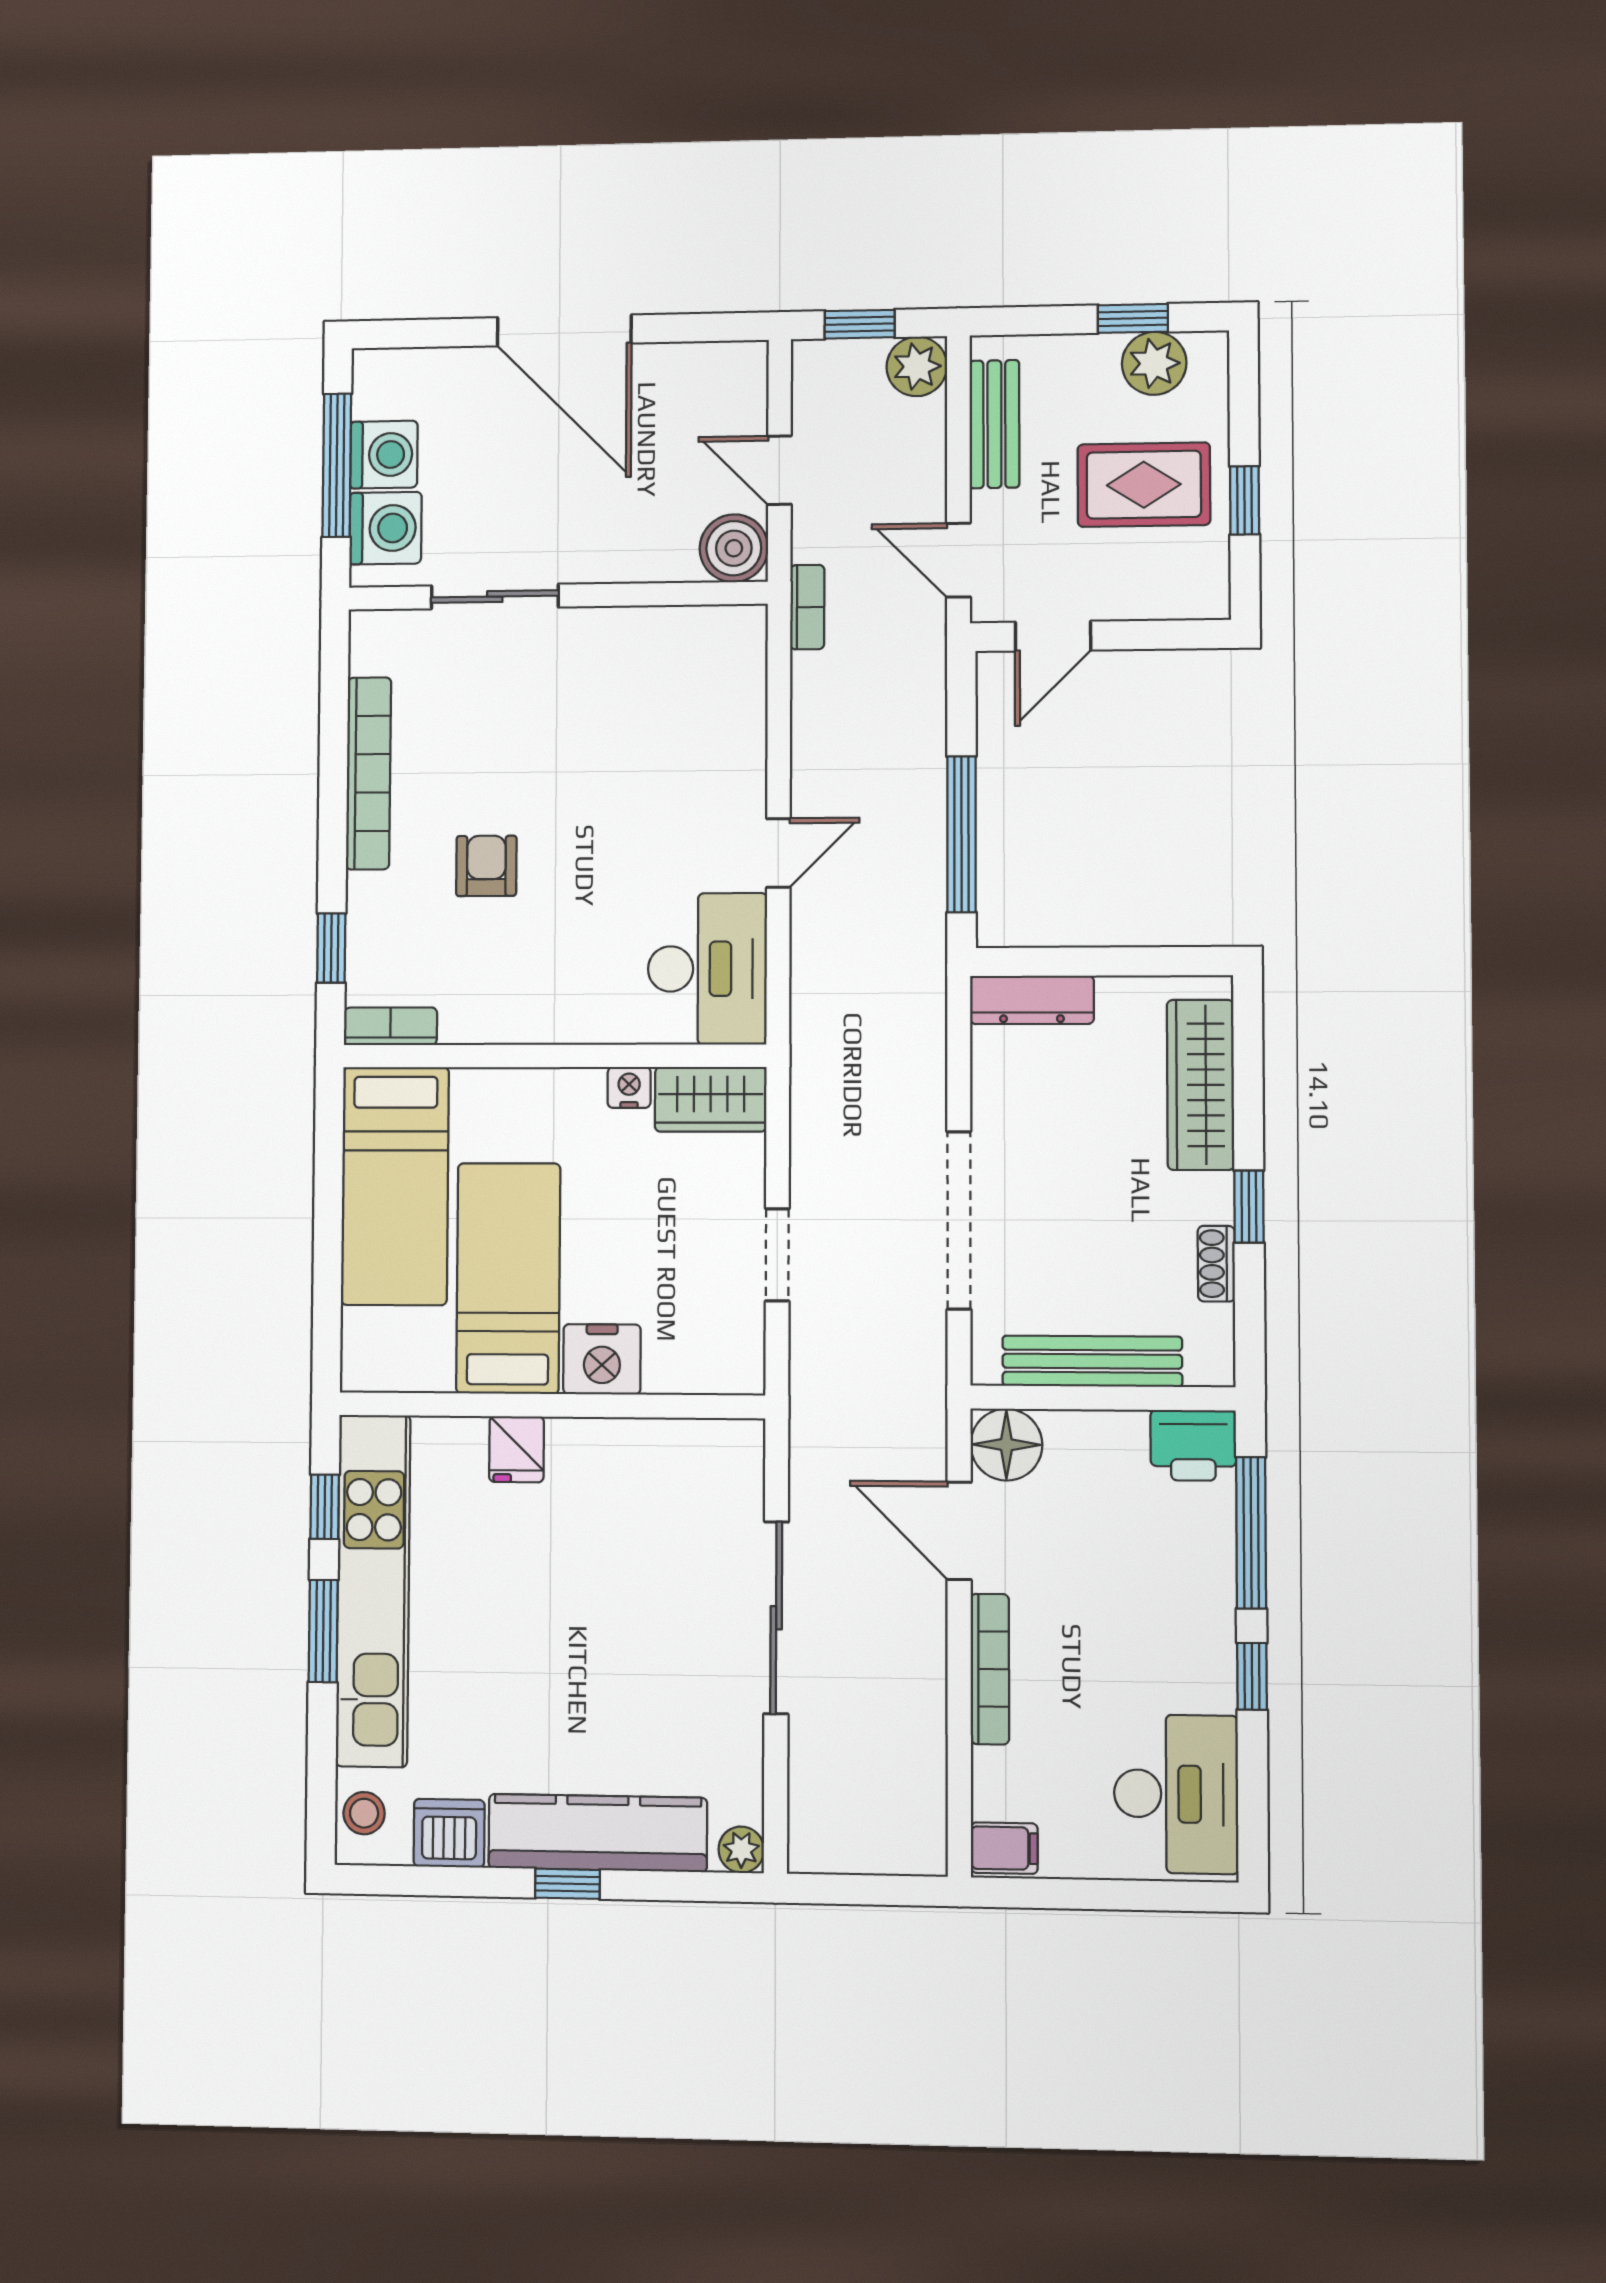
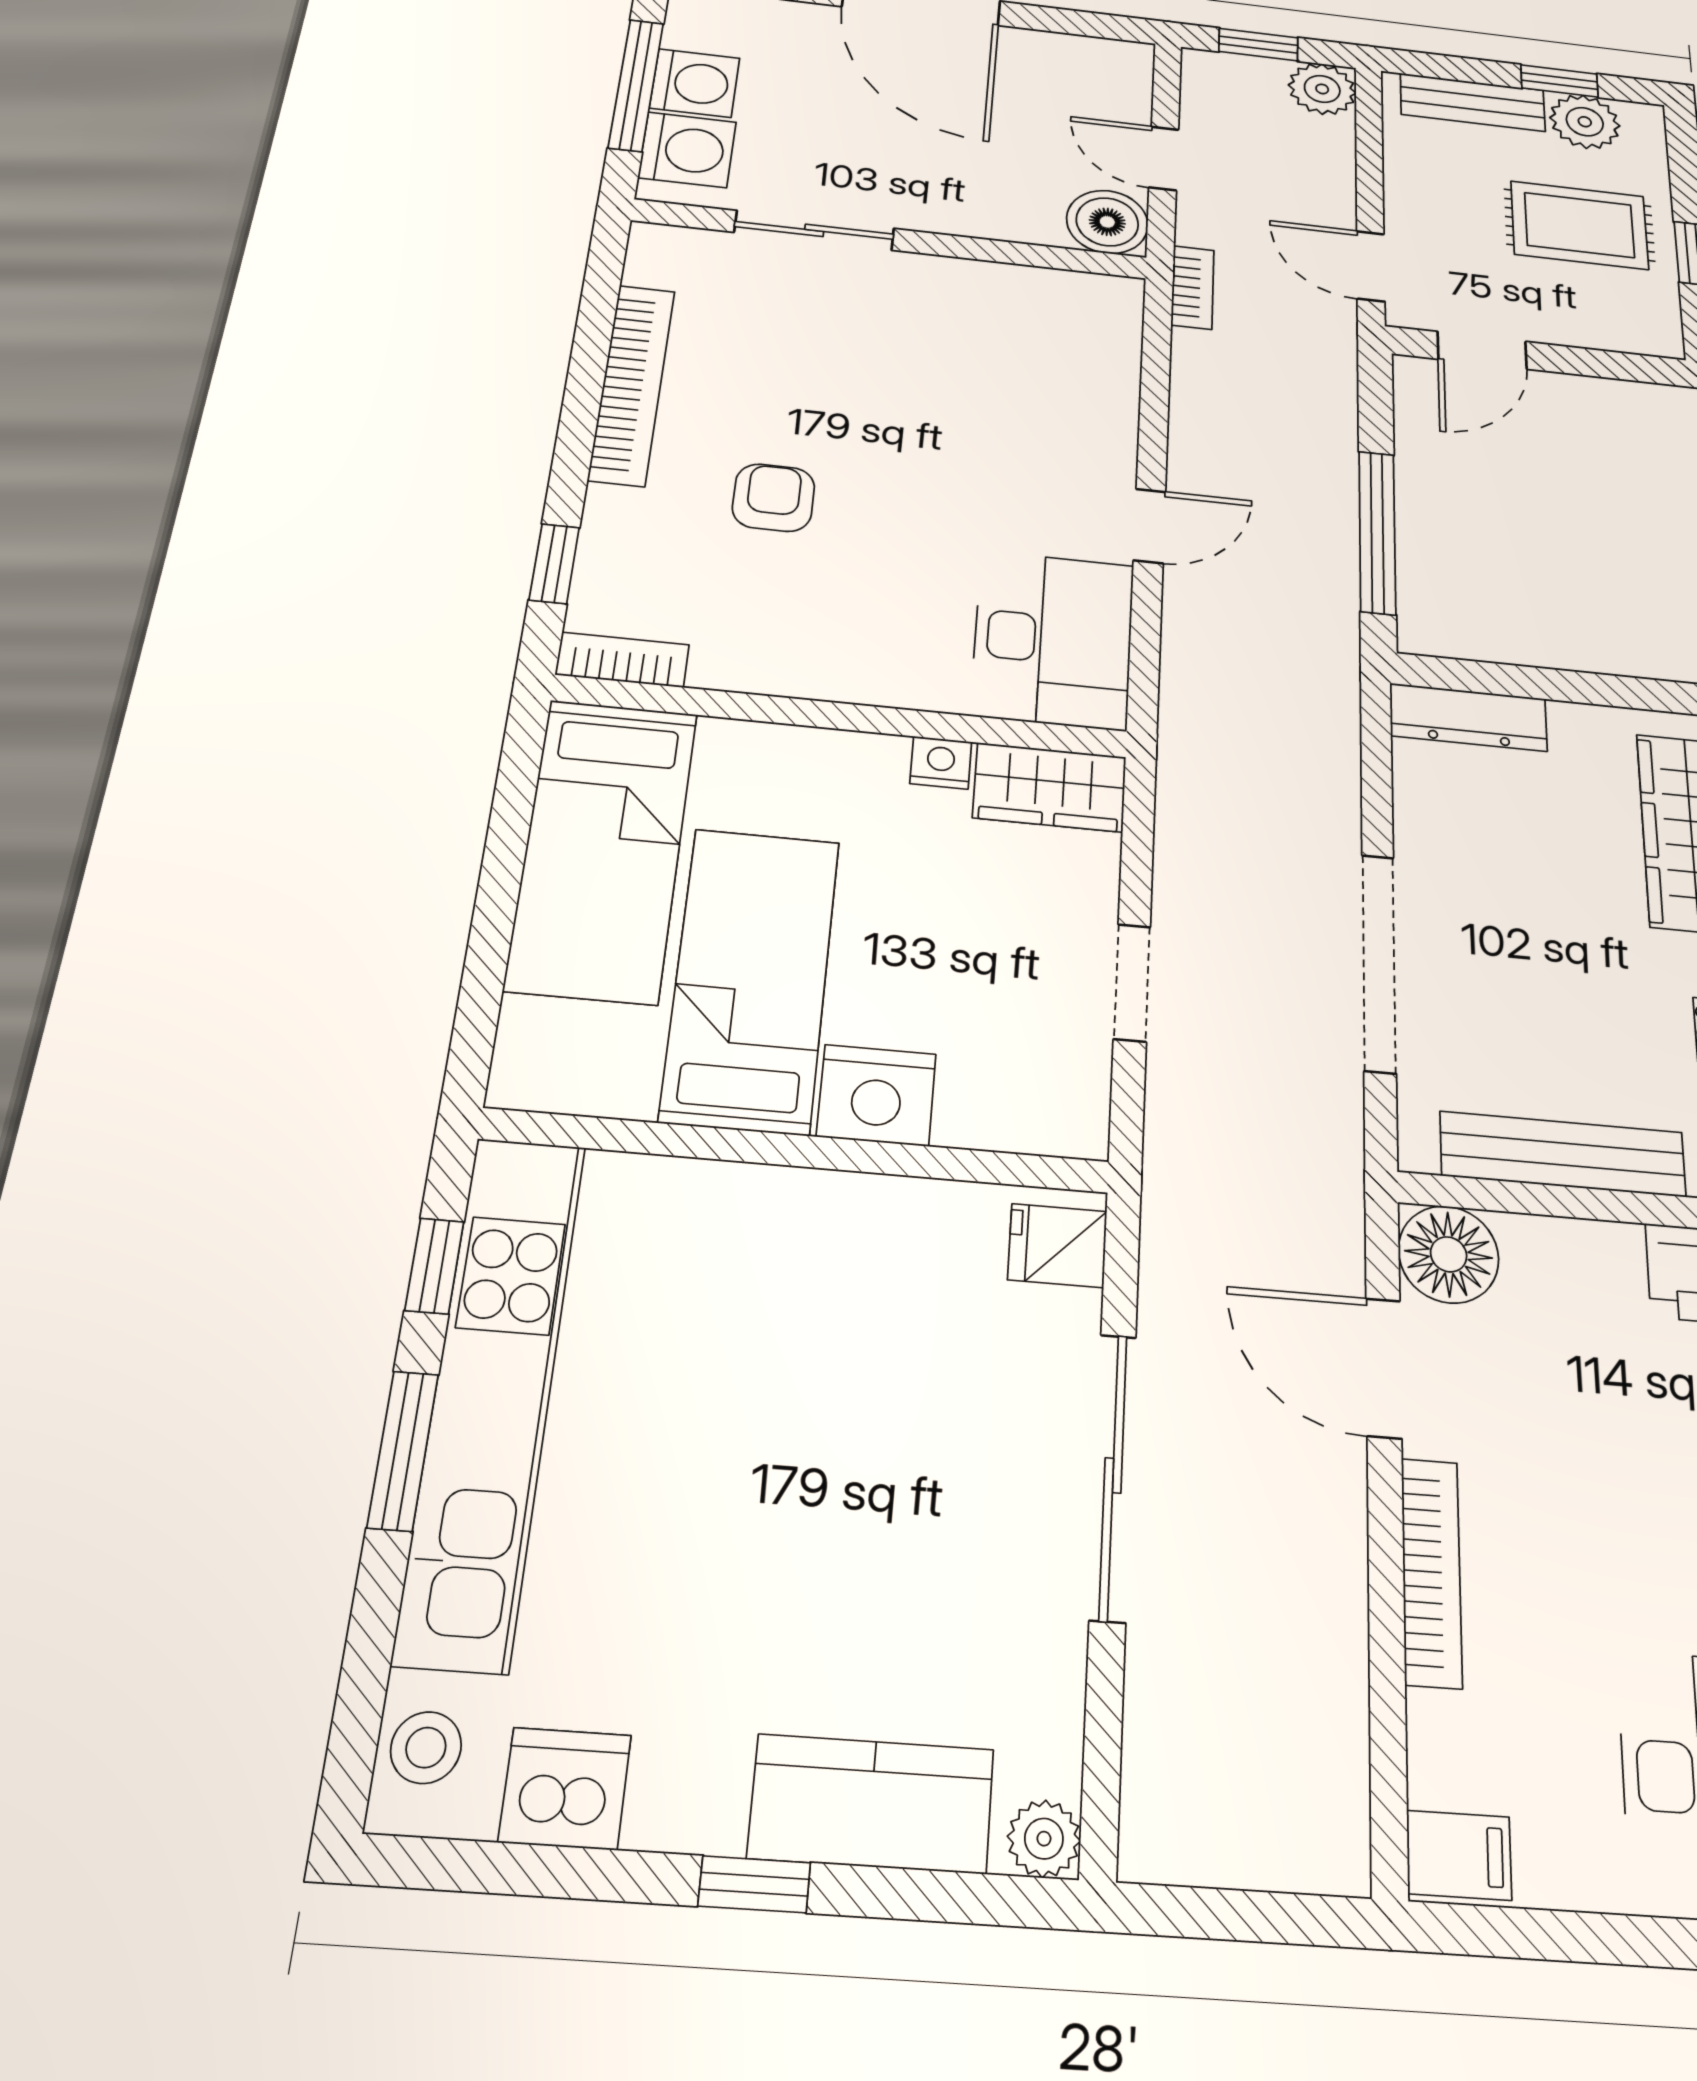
bench: (994, 424) -> (1473, 102), moved, turned 90
fridge: (517, 1449) -> (1057, 1246), moved, turned 90
kitchen counter: (598, 1833) -> (871, 1804), width x0.67

